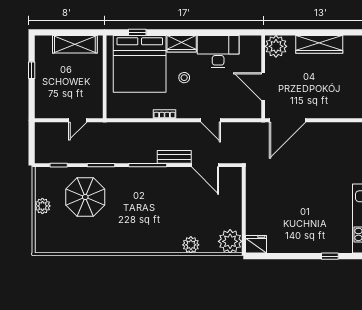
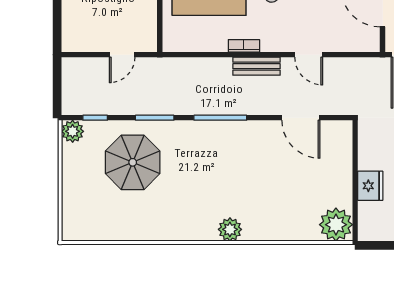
bench: (174, 157) -> (257, 66), moved
plant: (42, 206) -> (73, 131), moved
fridge: (256, 244) -> (370, 186), moved, turned 90
plant: (191, 245) -> (230, 229), moved

